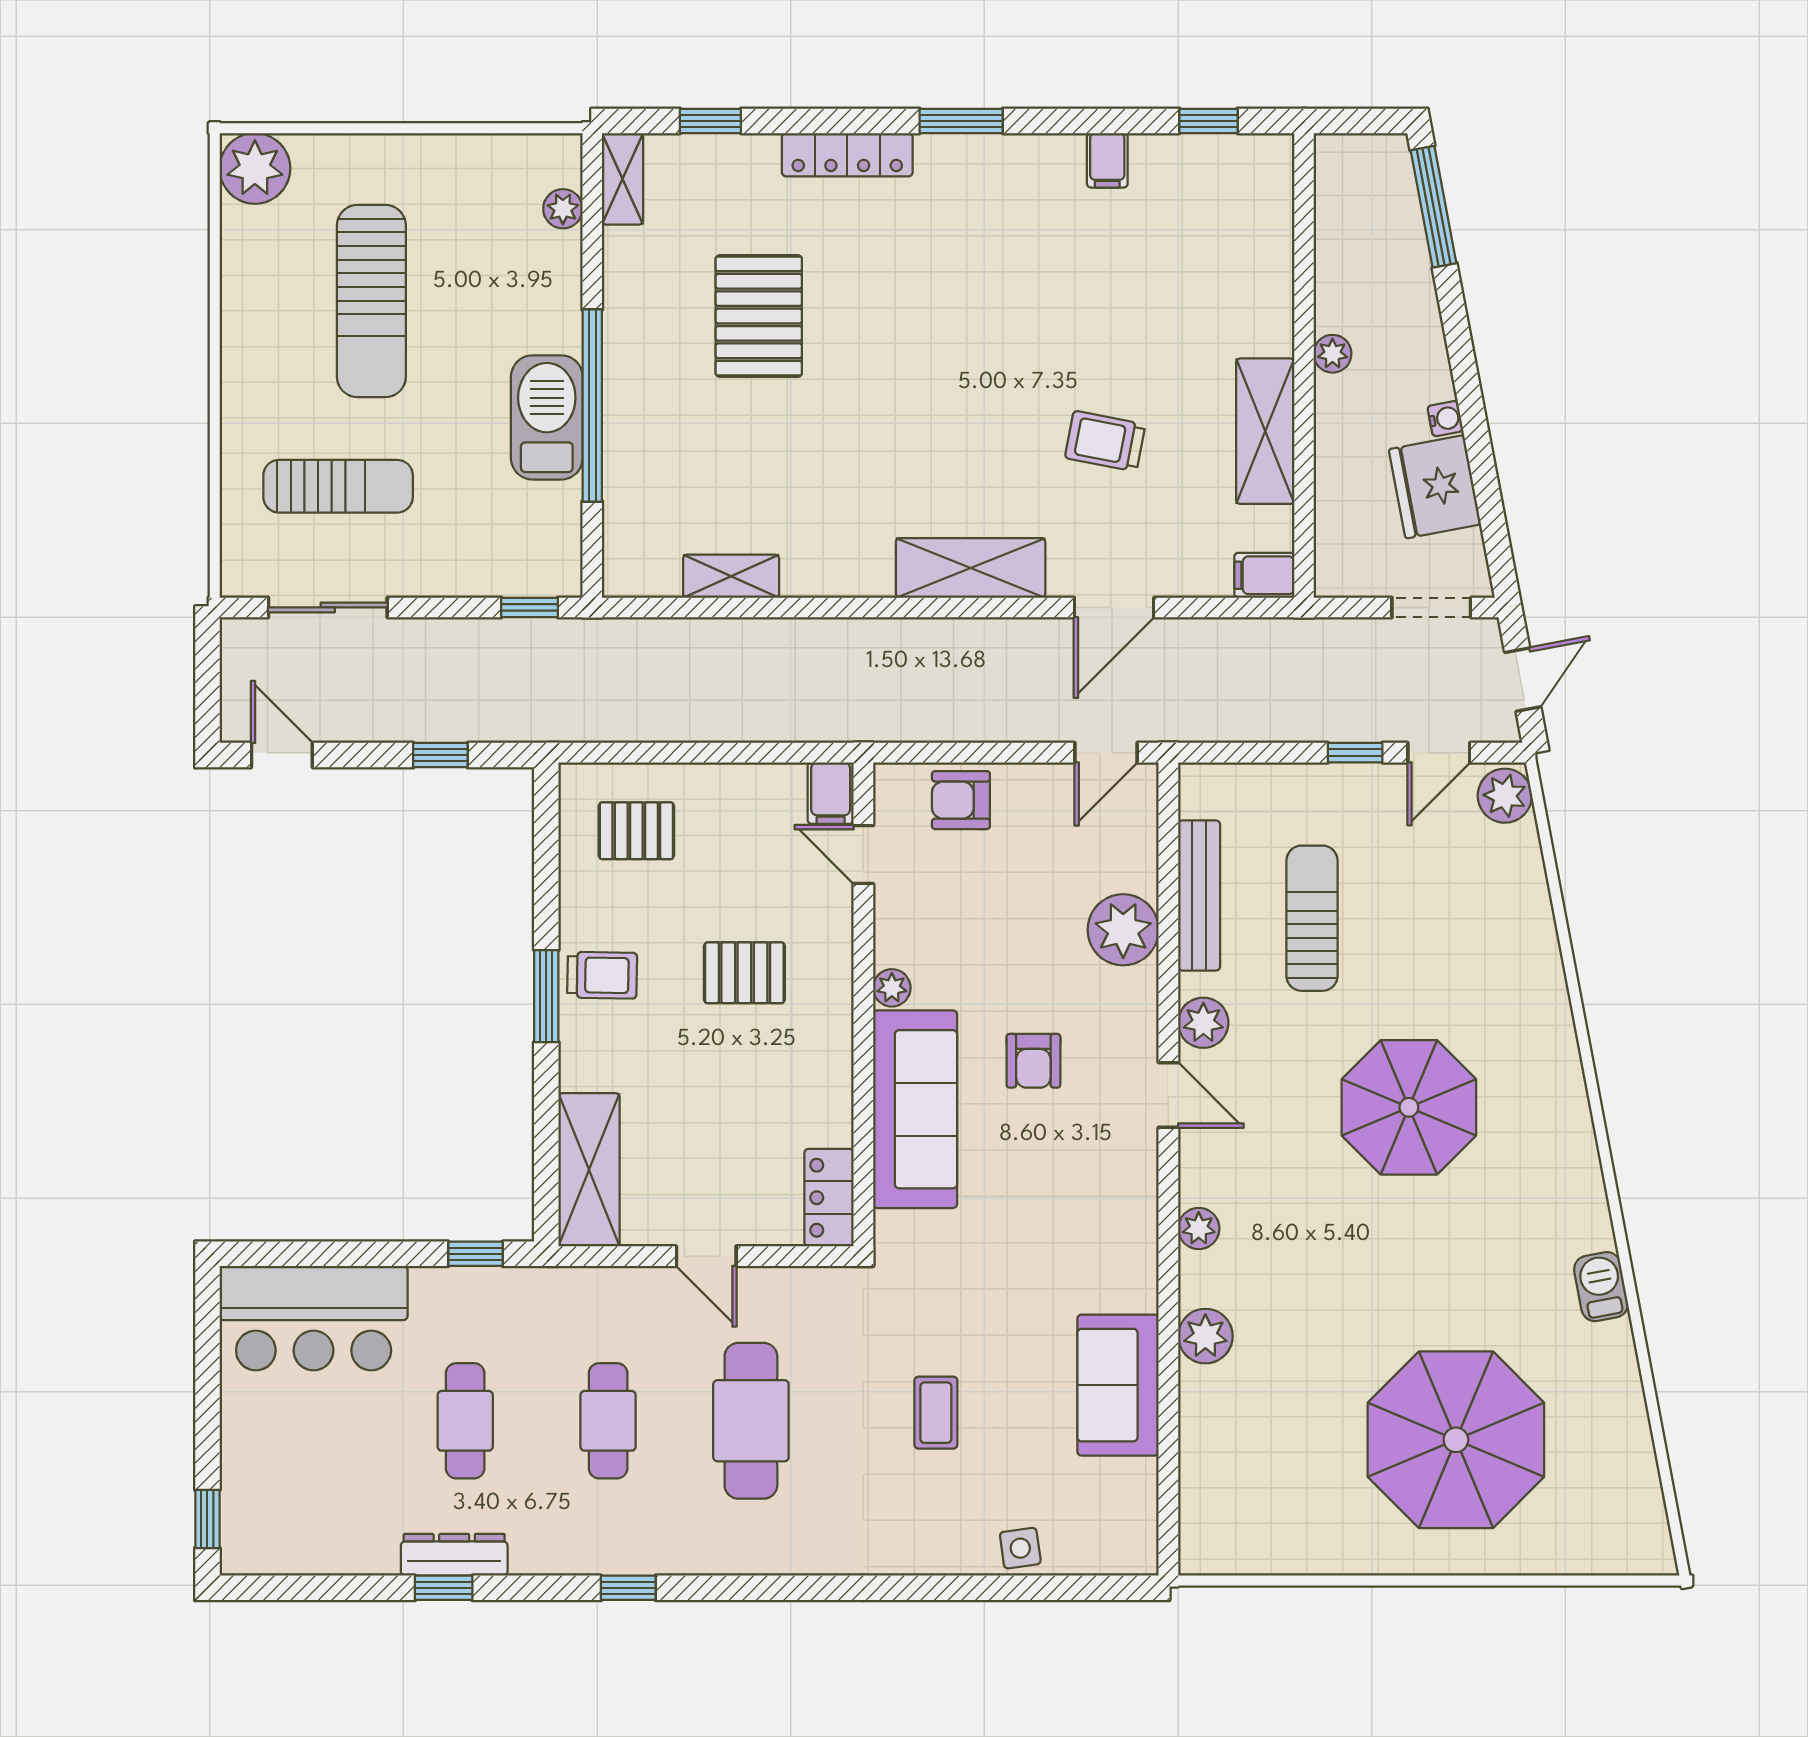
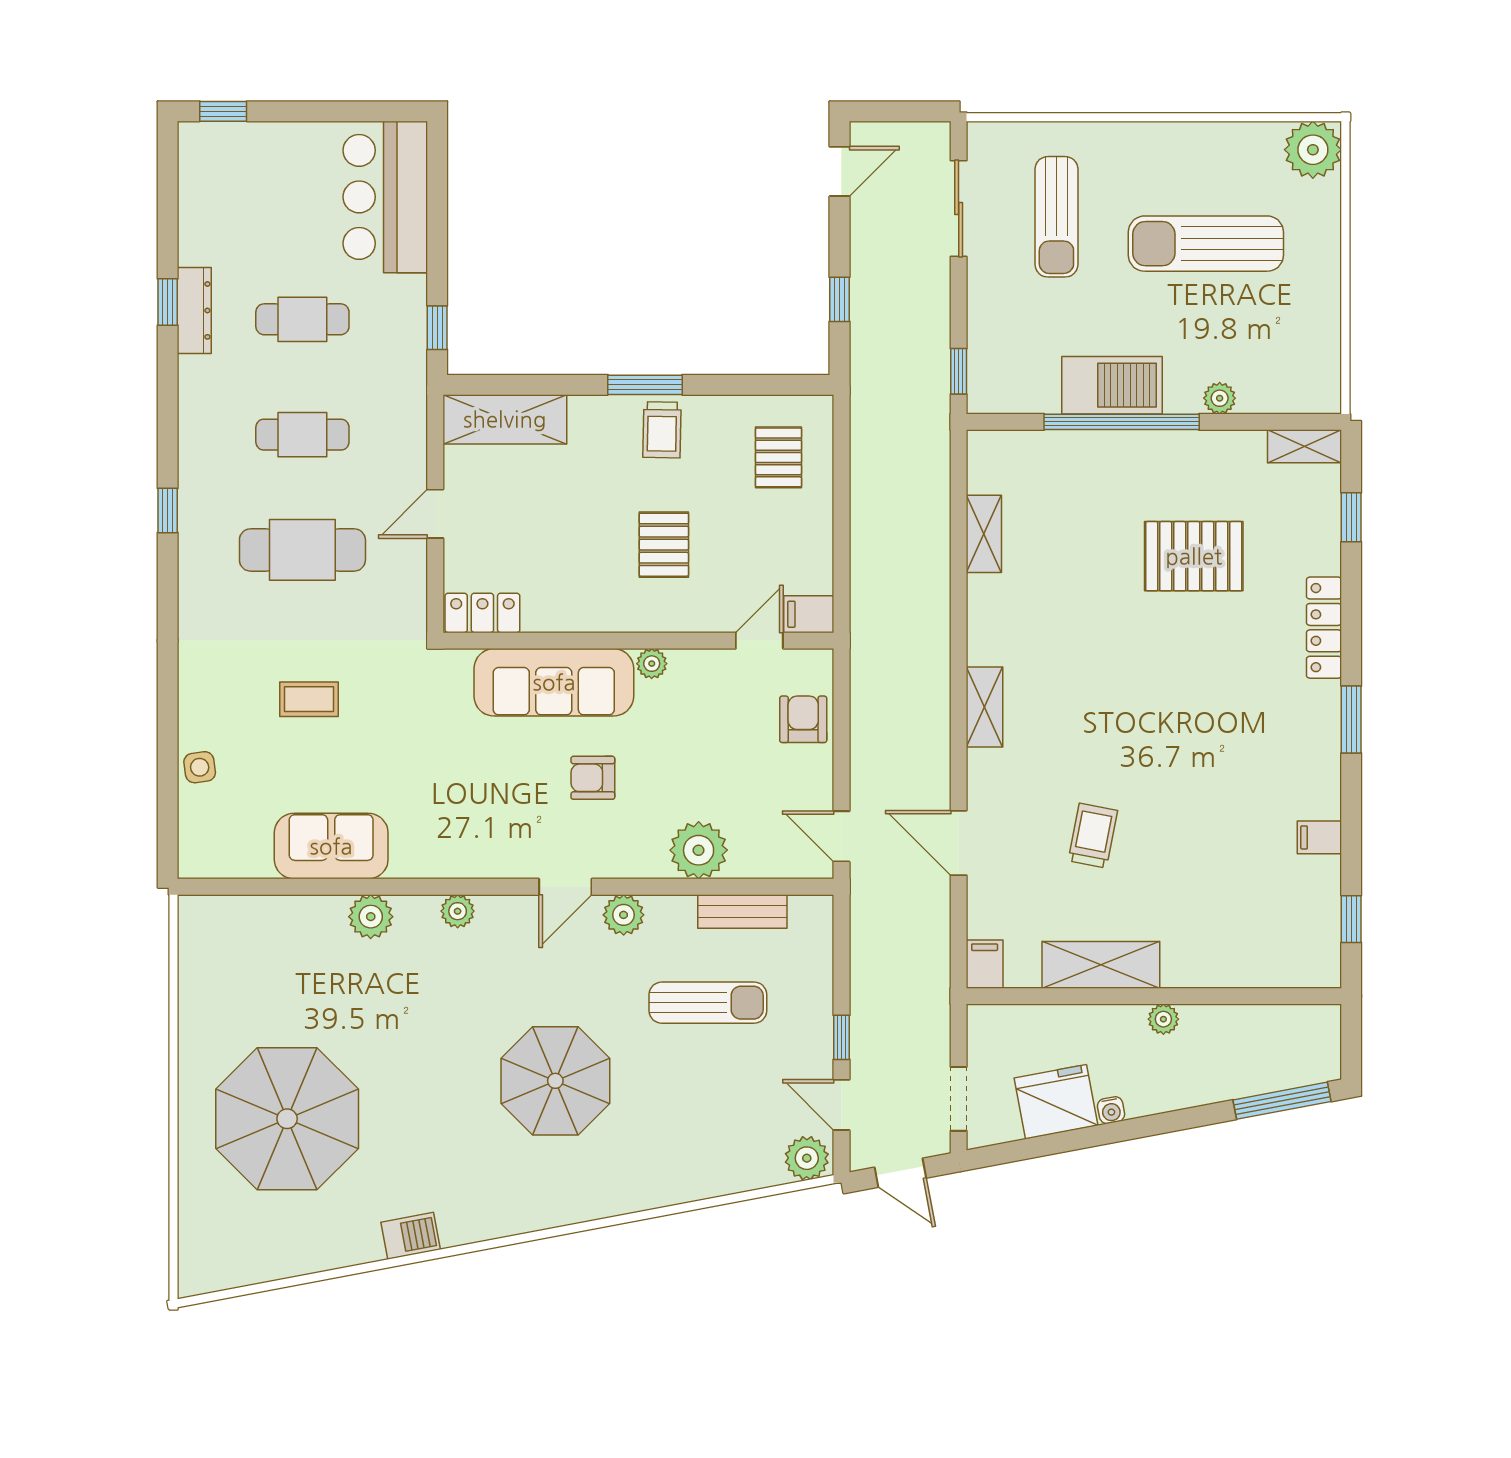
plant: (563, 209) -> (1220, 398), moved
shelving: (971, 568) -> (985, 707), width x0.67, depth x0.75
bench: (1199, 895) -> (742, 912), width x0.73
window: (628, 1588) -> (168, 510), moved

